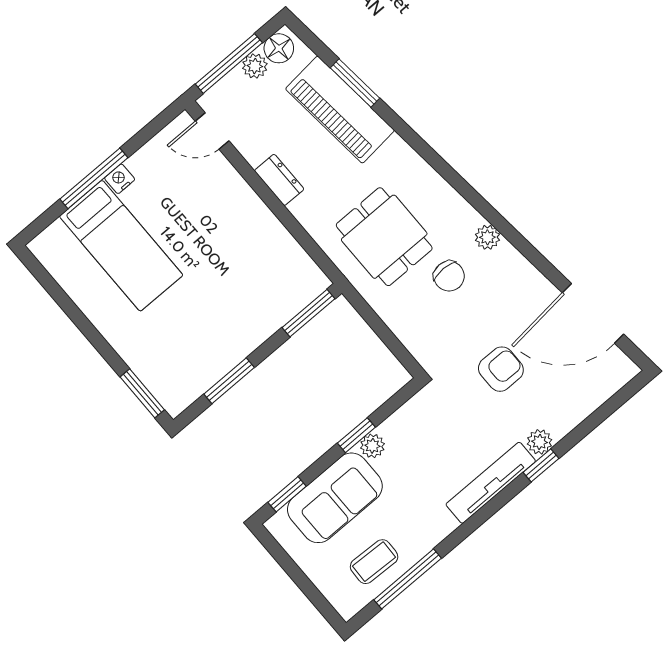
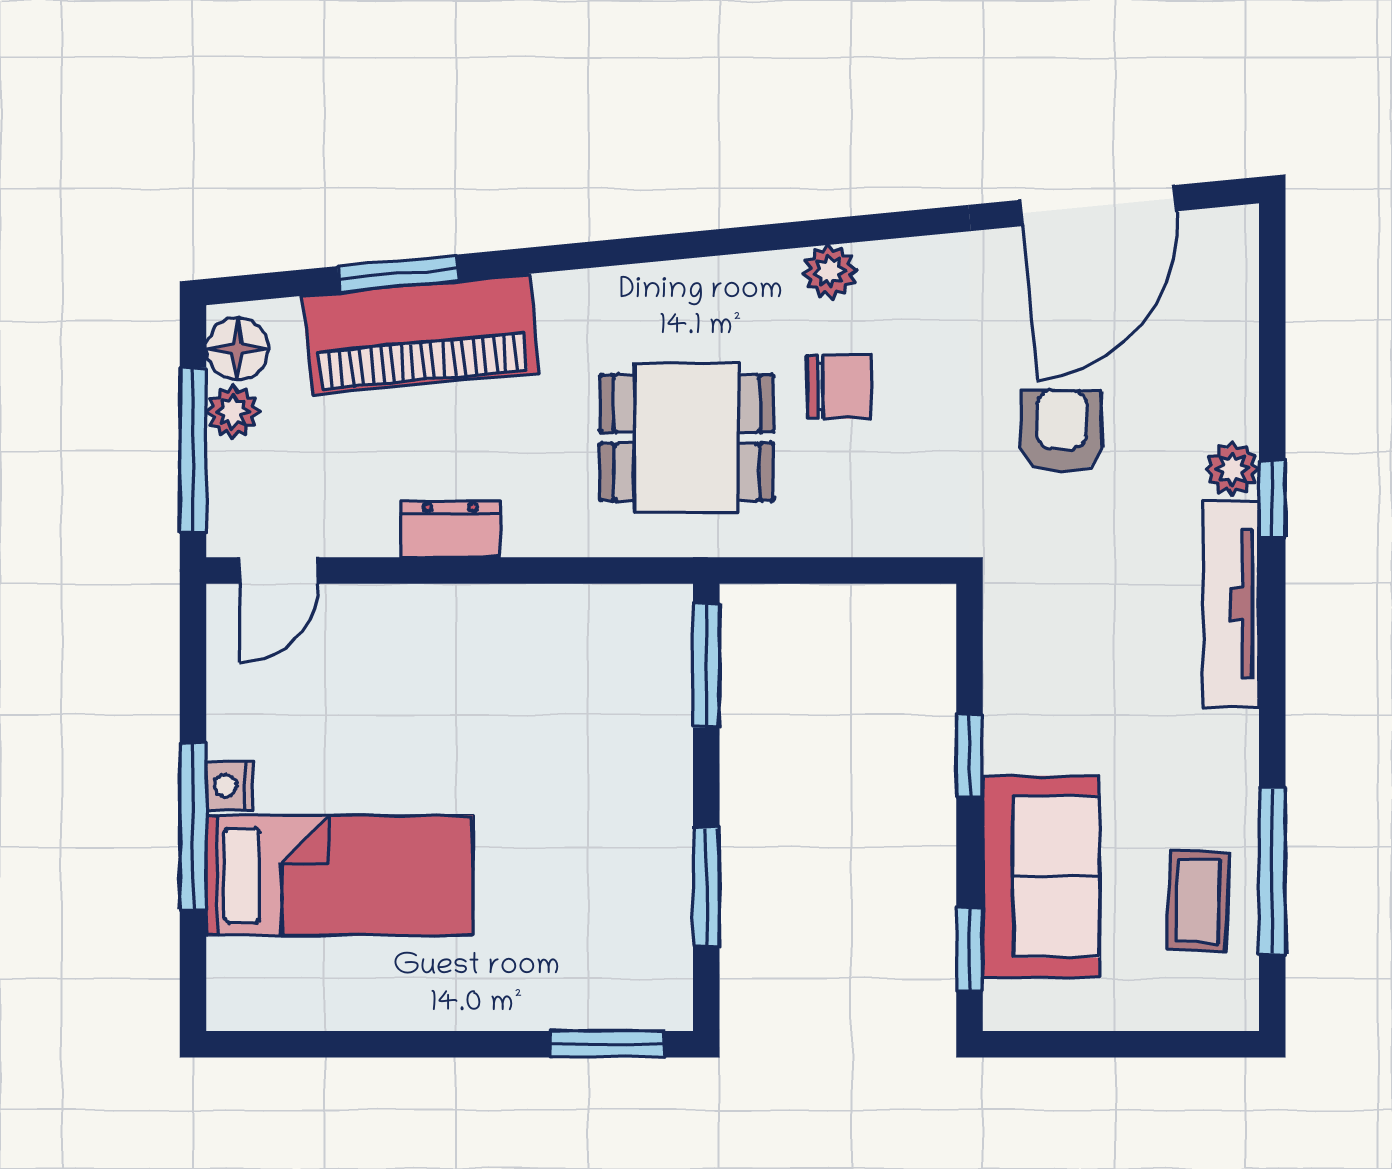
plant: (372, 446) -> (1009, 744), removed

